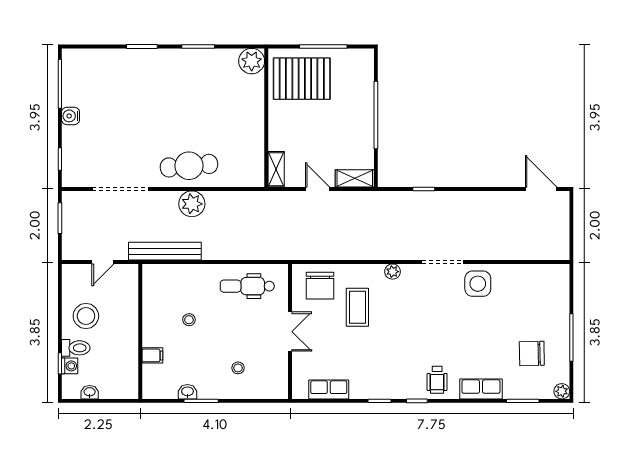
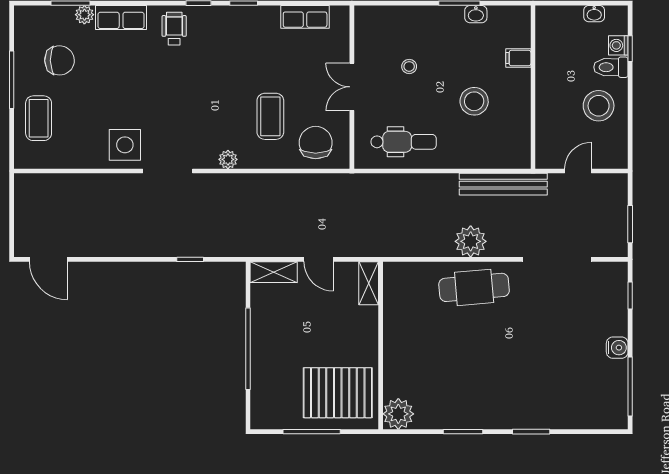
coffee table: (549, 306) -> (39, 118), added
stool: (189, 320) -> (474, 101), width x1.89, depth x1.89
stool: (238, 368) -> (409, 66), moved
plant: (562, 391) -> (84, 15), moved

